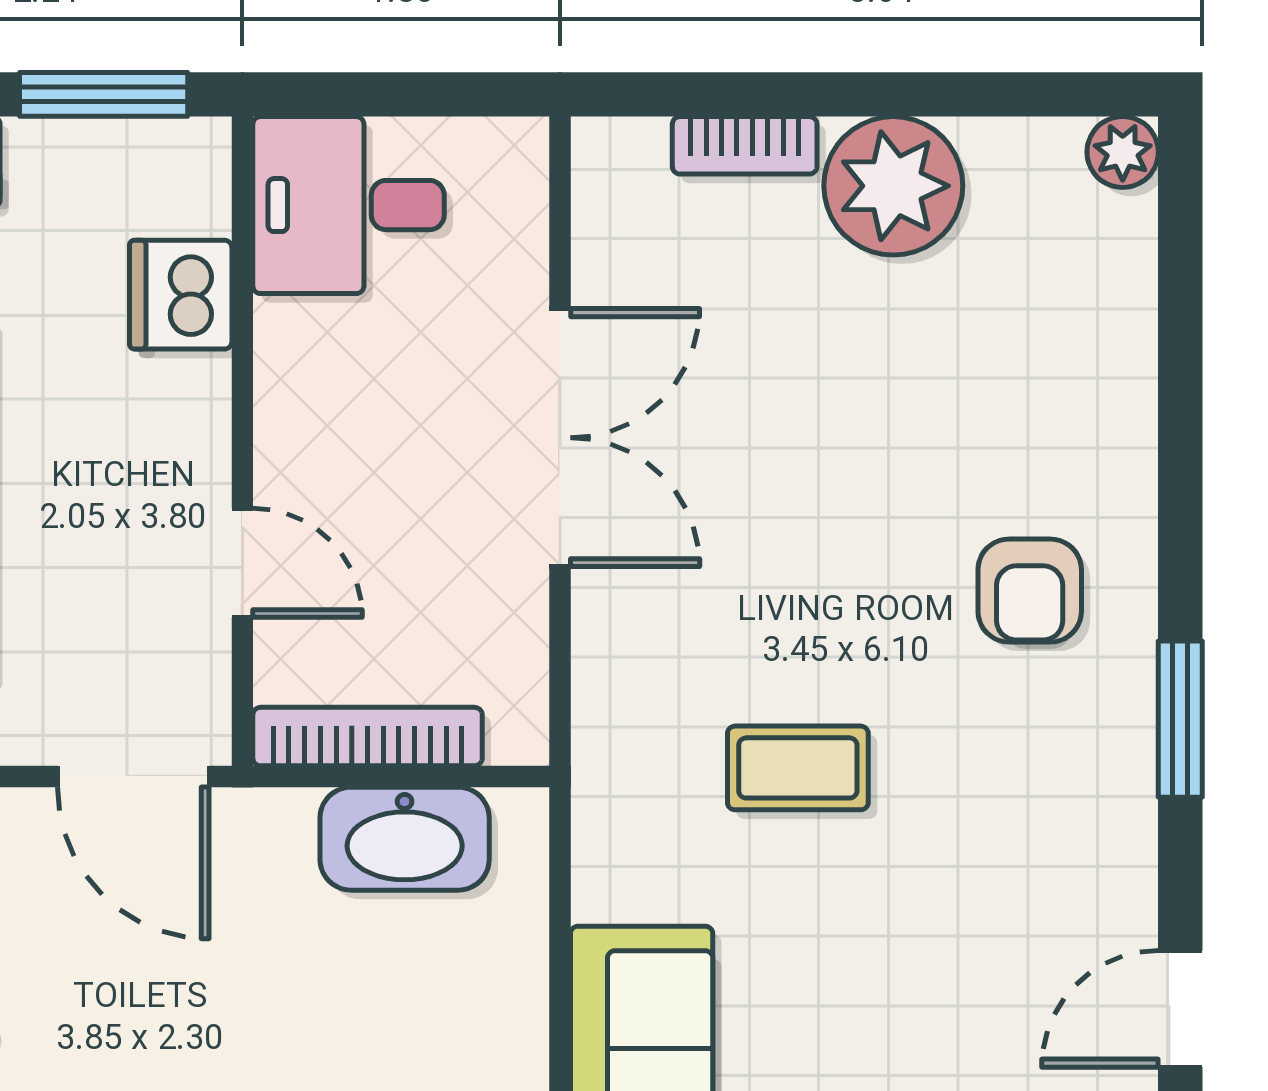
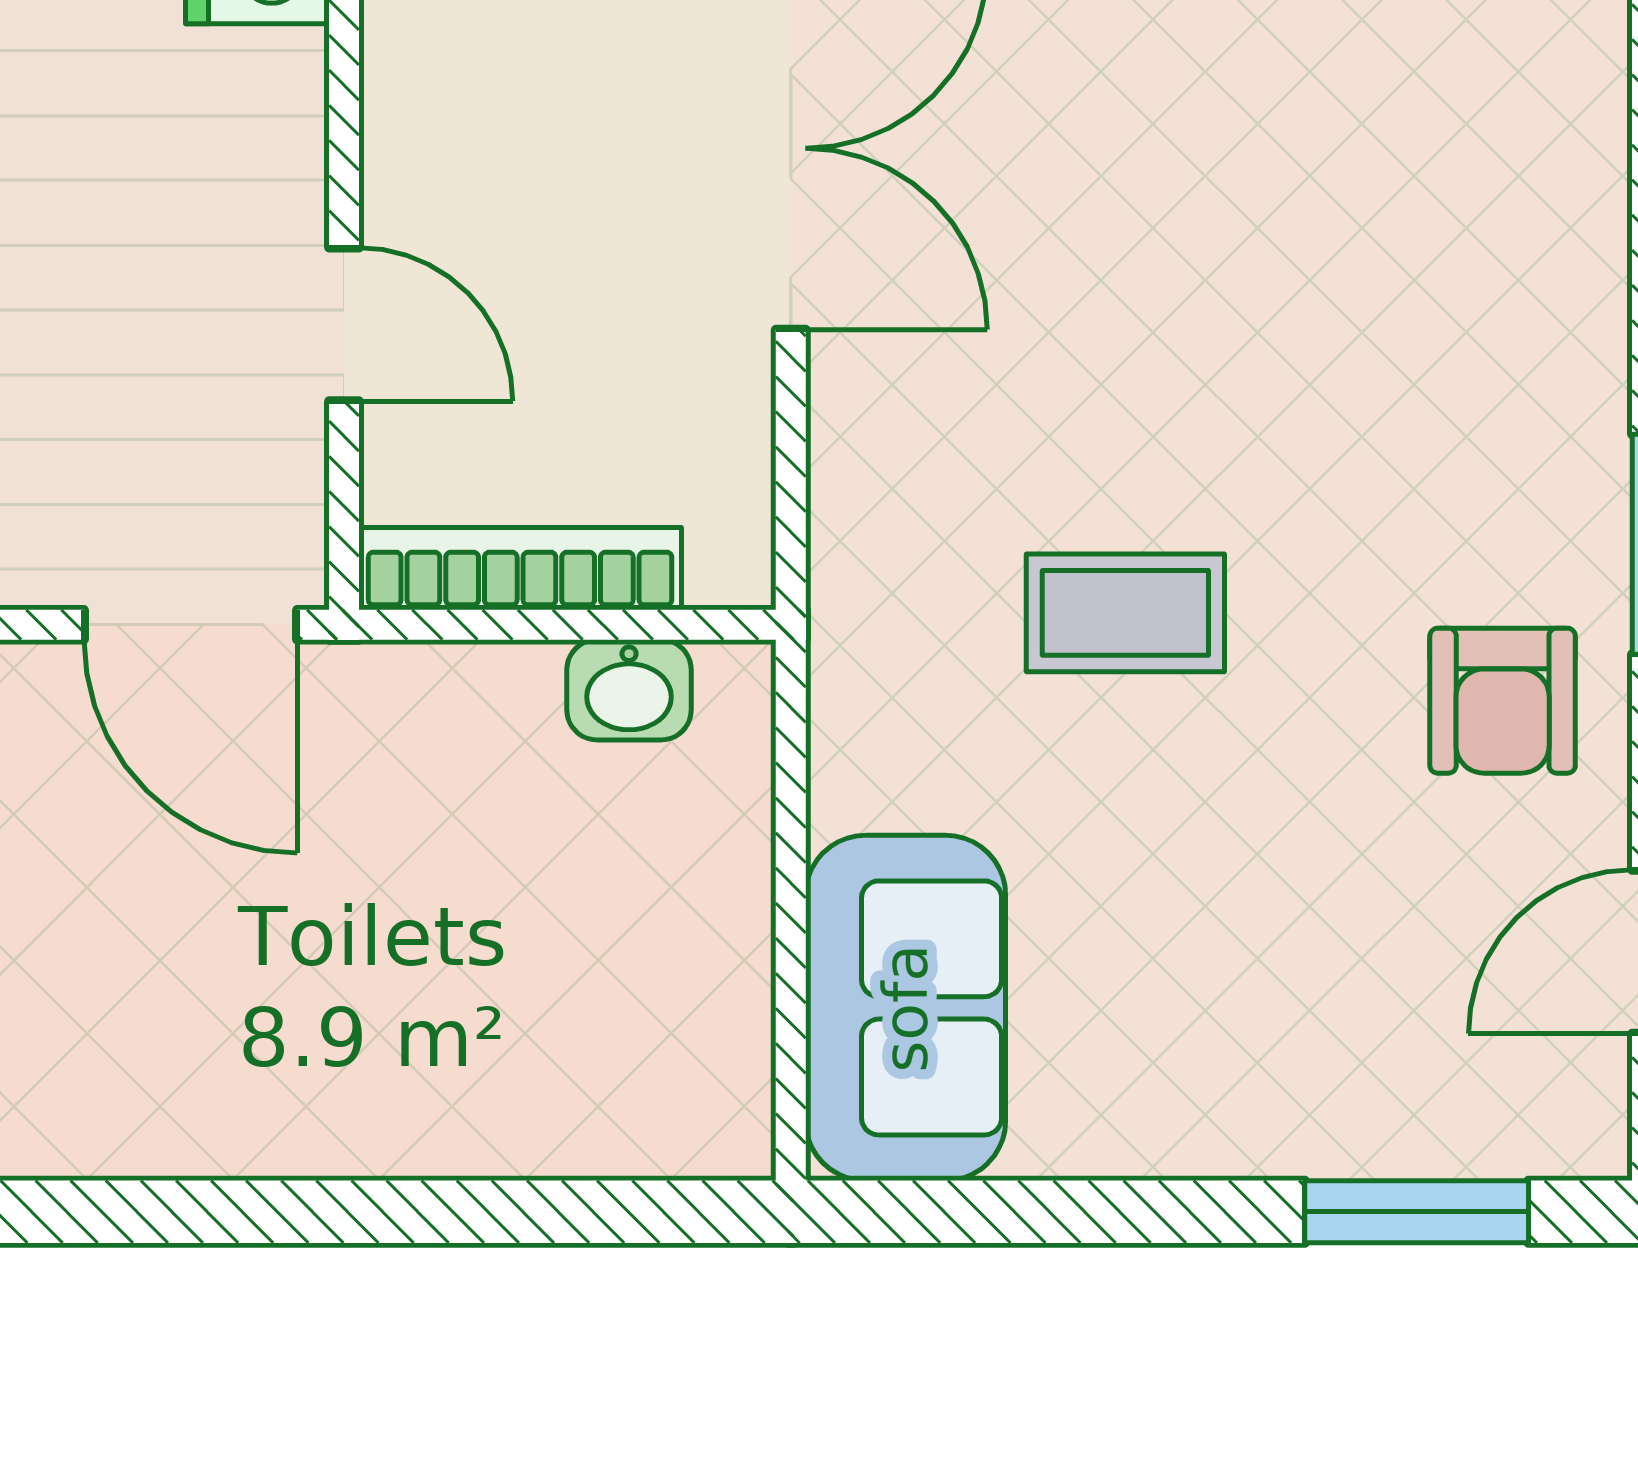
armchair: (1030, 591) -> (1503, 701), moved
washbasin: (405, 839) -> (629, 690), width x0.52, depth x0.69

